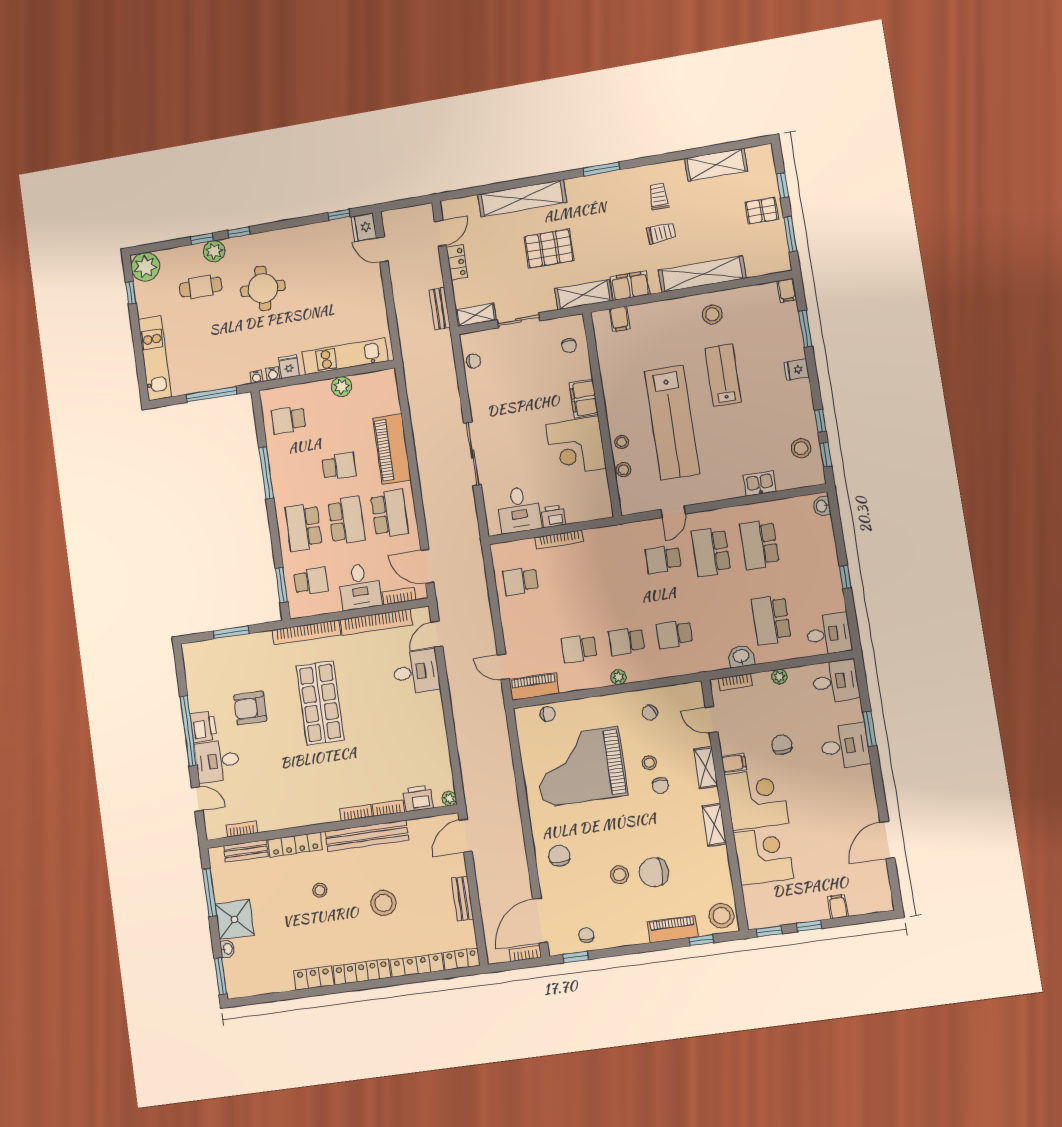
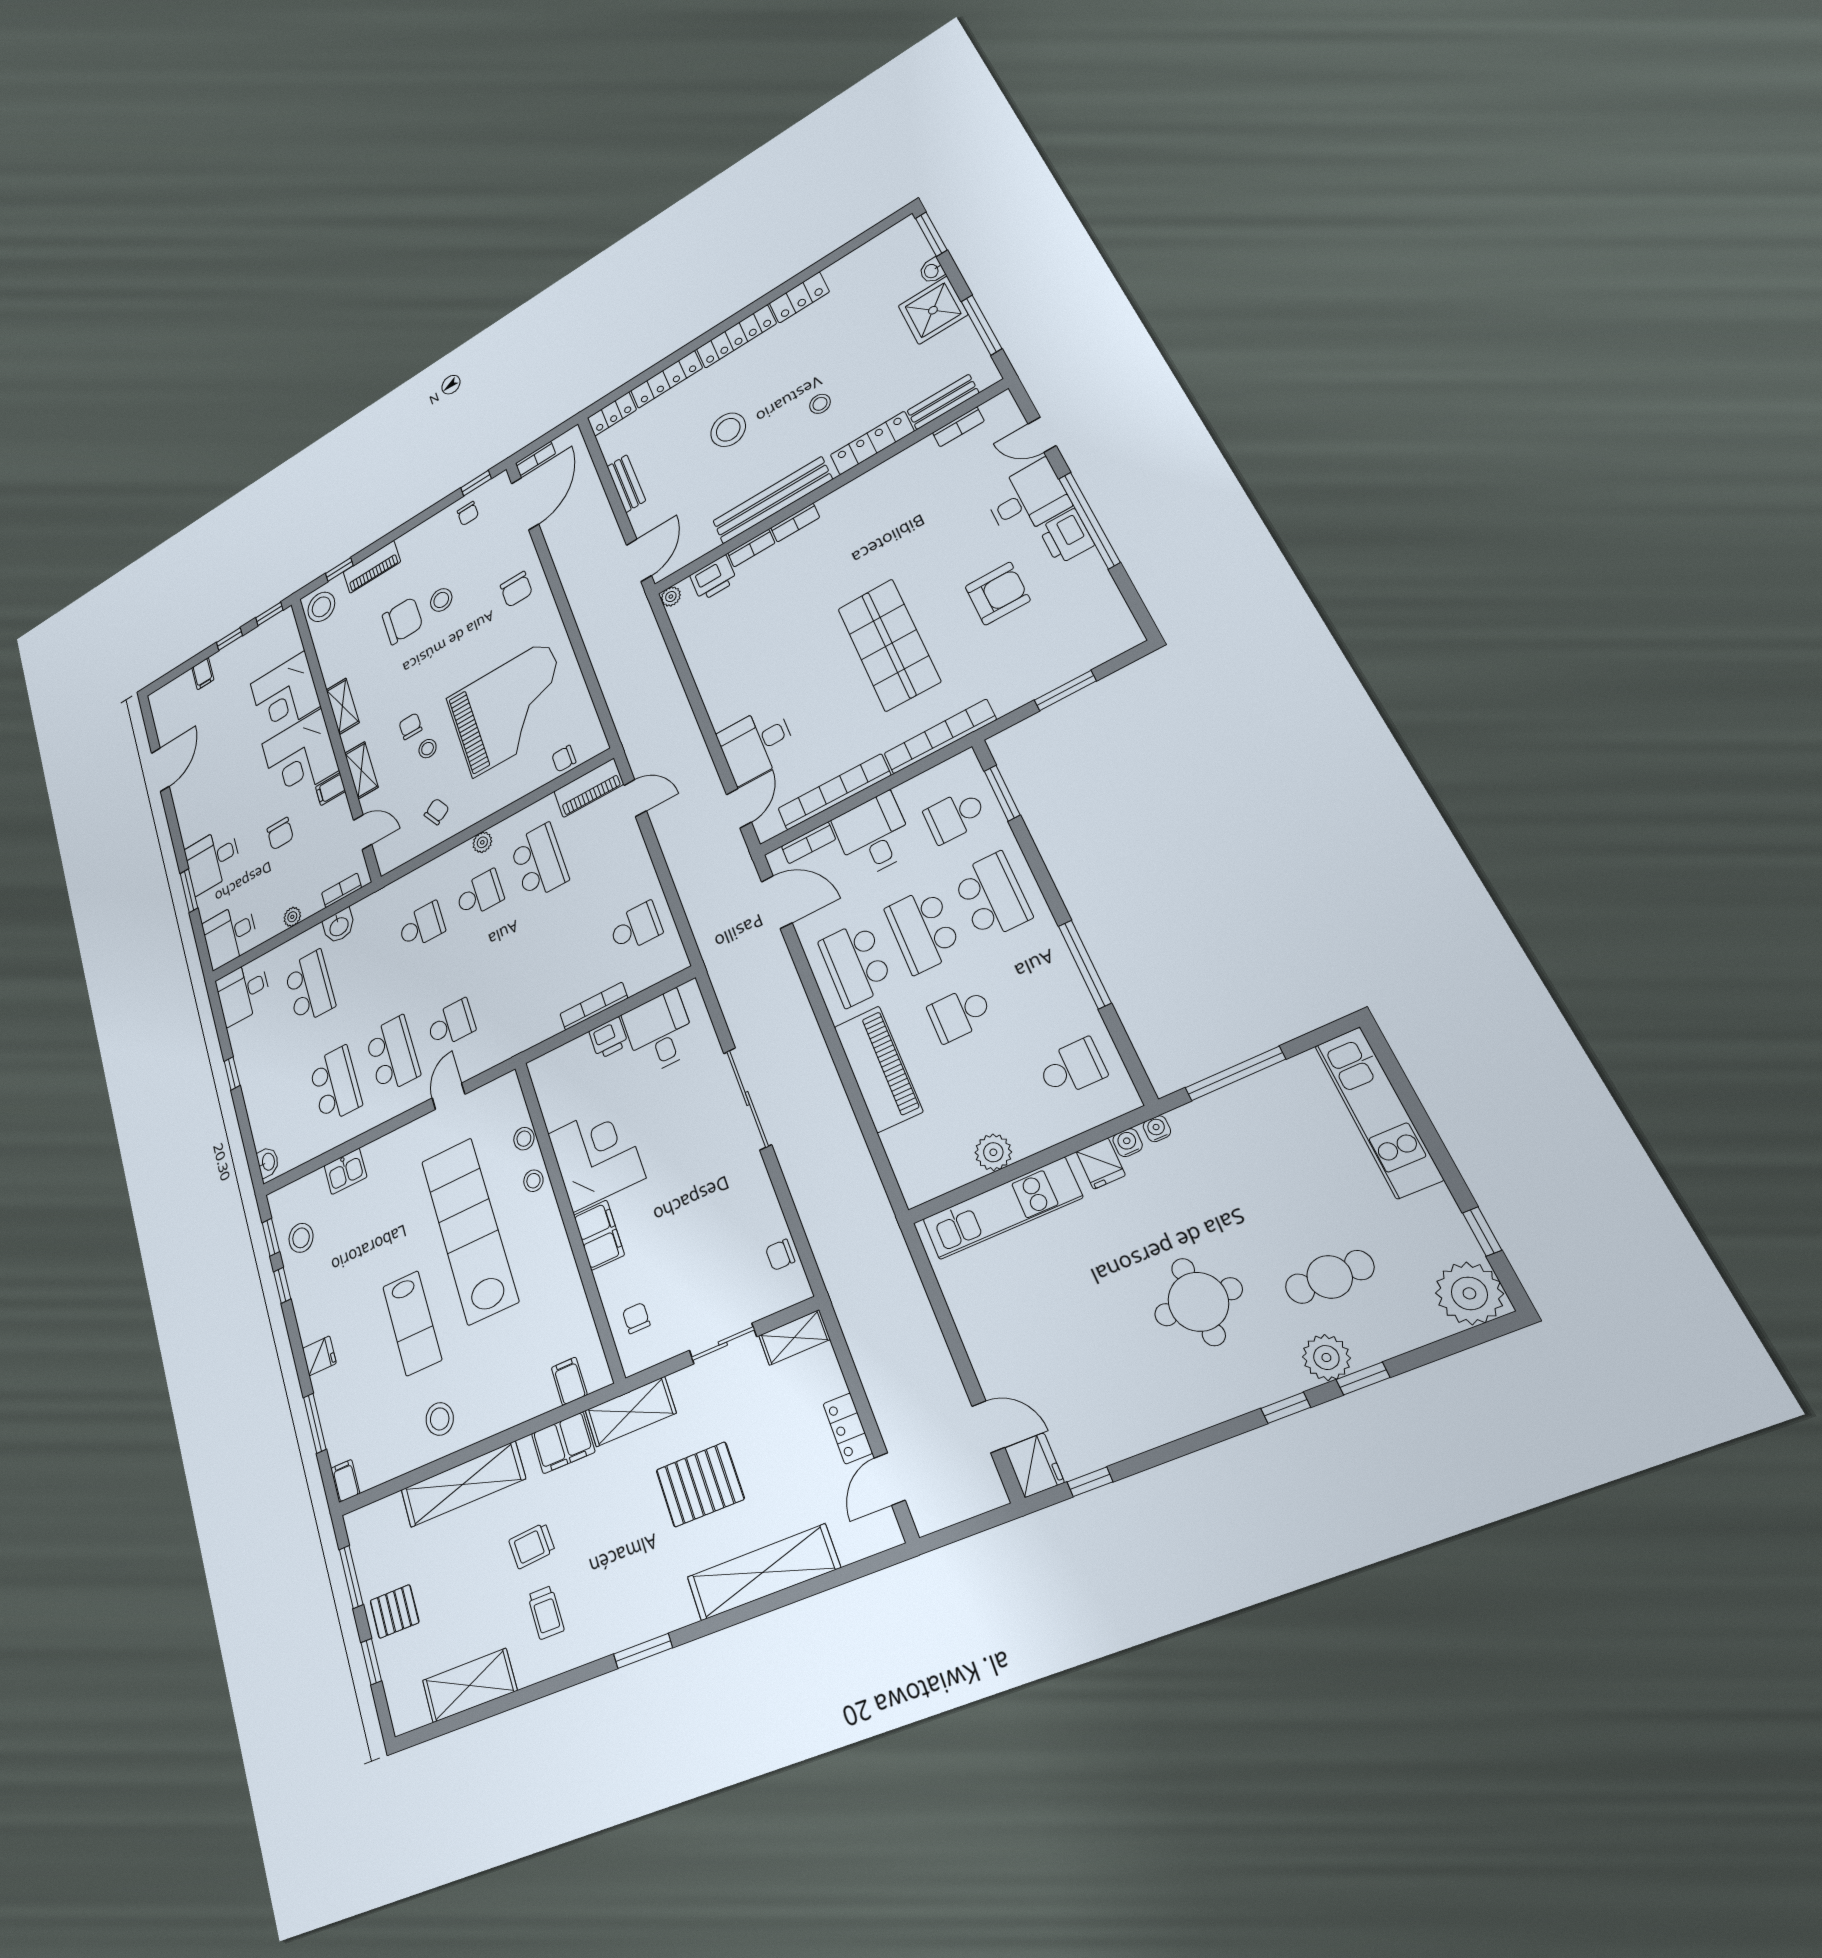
bench: (440, 309) -> (857, 1335), removed
school desk: (579, 648) -> (539, 862), width x1.85

